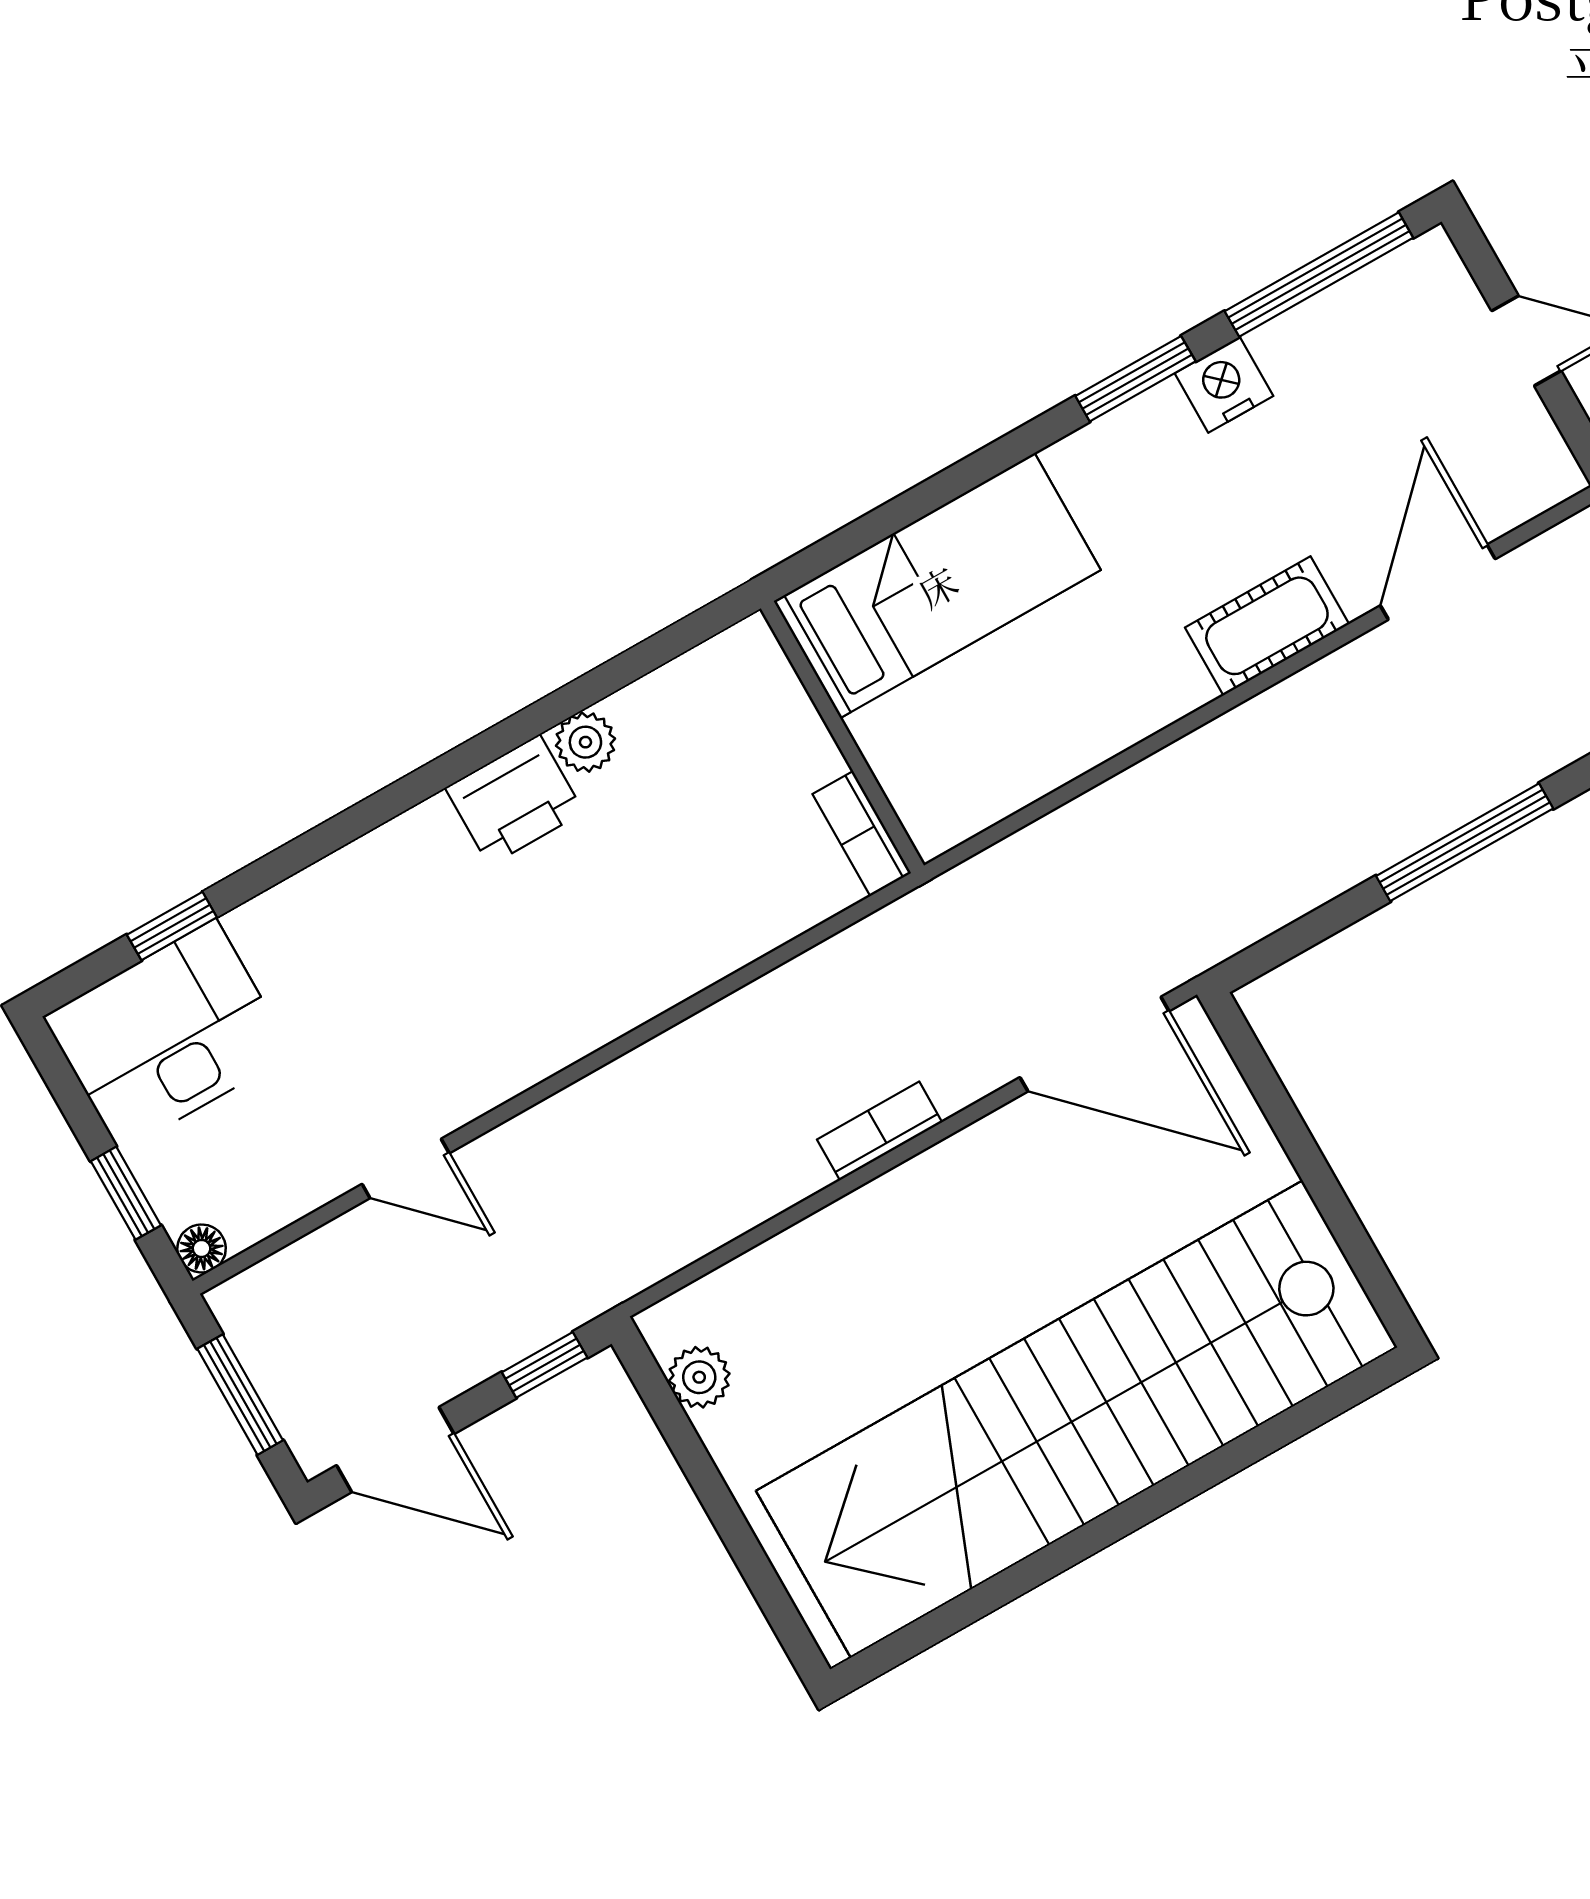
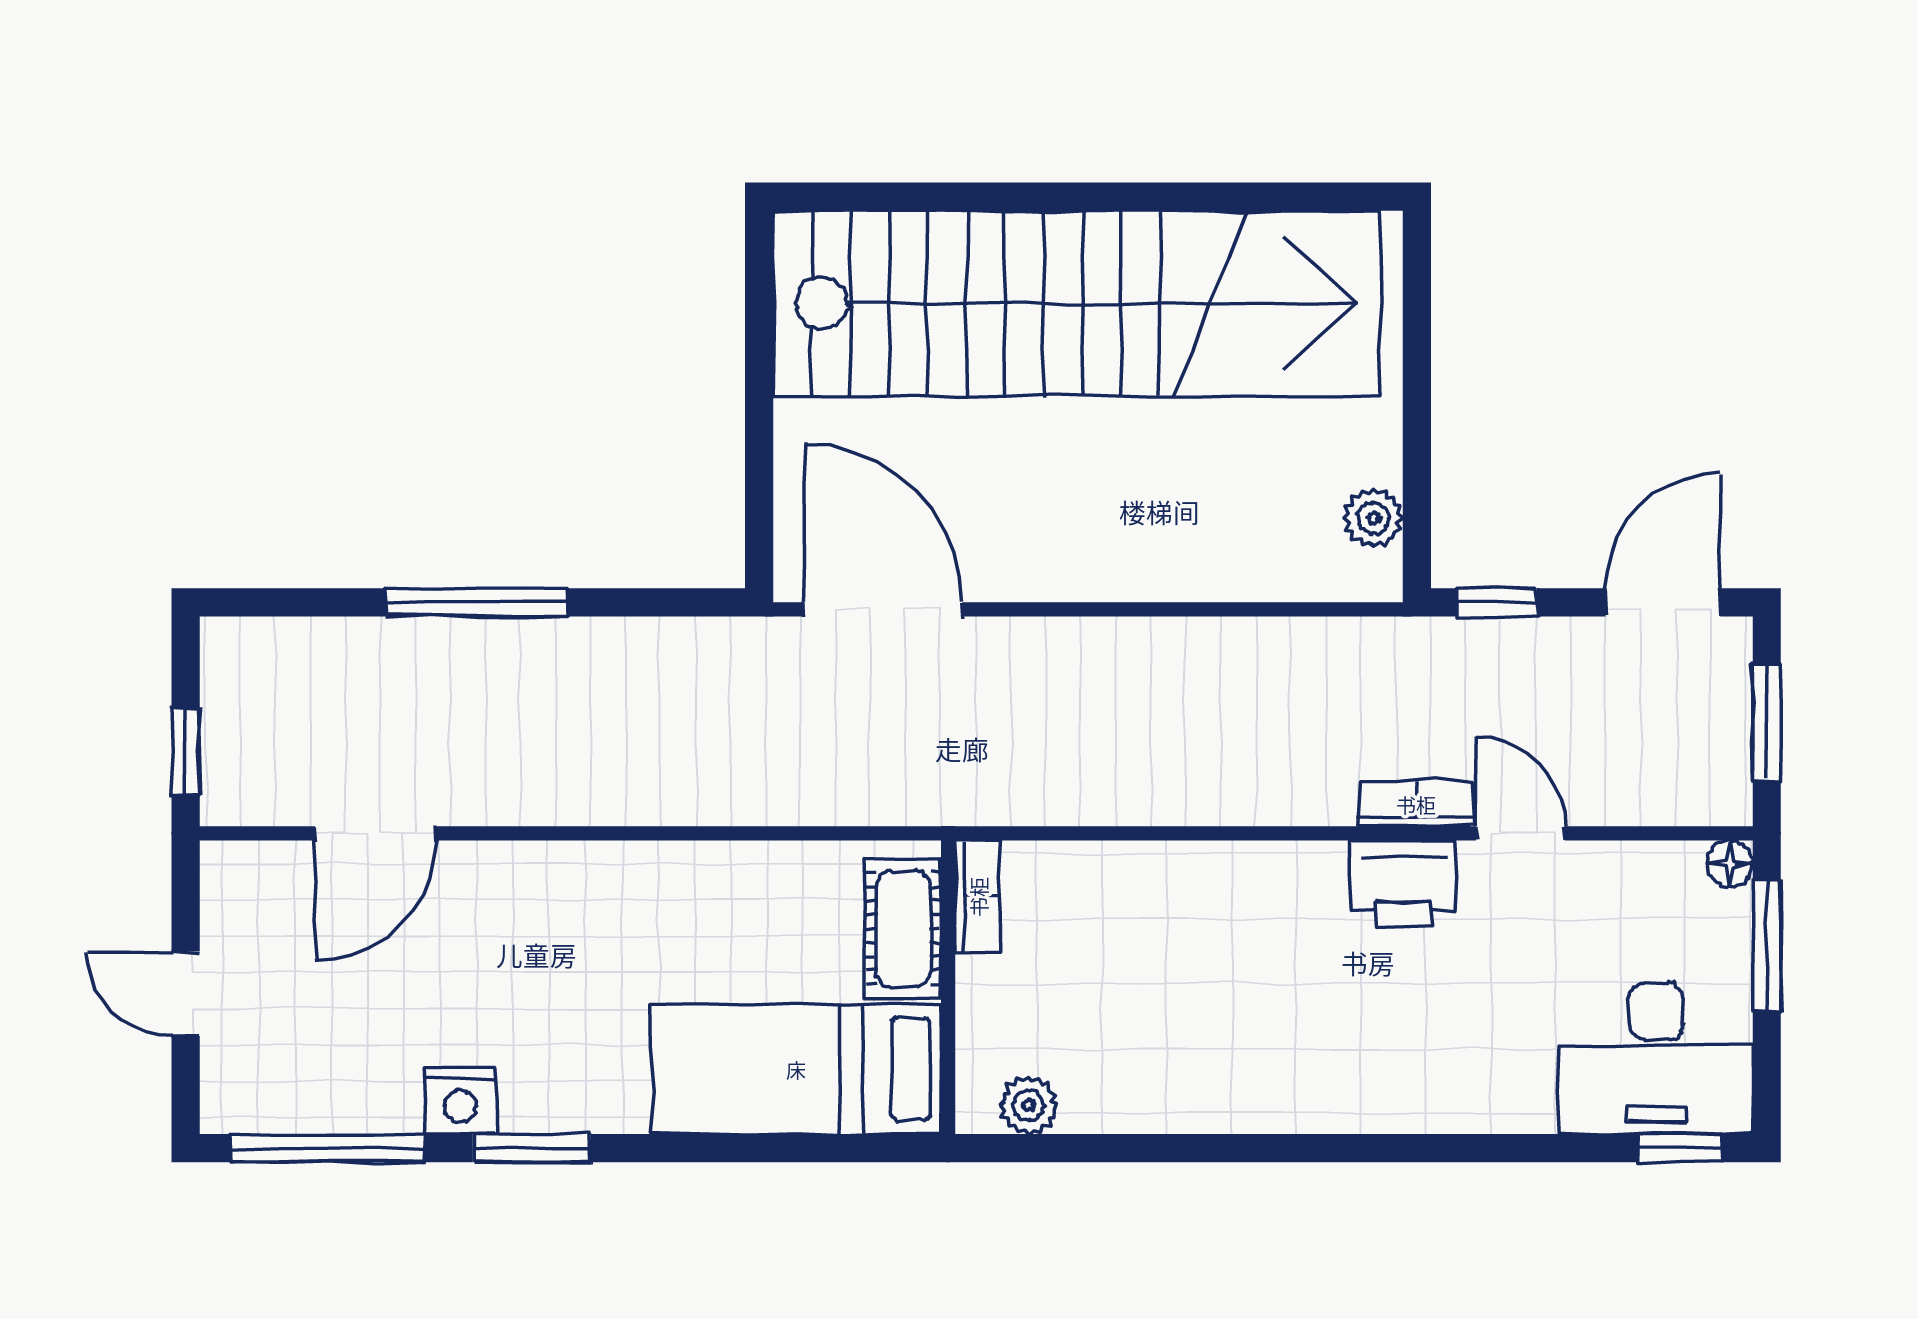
cot: (1267, 626) -> (903, 929), moved, turned 90
plant: (585, 742) -> (1028, 1105), moved
printer: (515, 800) -> (1404, 884), moved, turned 180
window: (172, 926) -> (1679, 1148), moved
bookcase: (880, 1131) -> (1416, 804), moved, turned 180
window: (126, 1193) -> (1767, 946), width x1.50
door: (395, 1450) -> (1663, 602), hinge flipped

